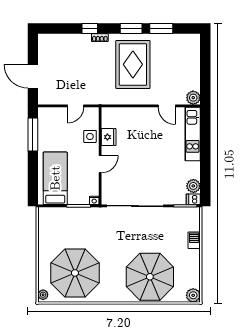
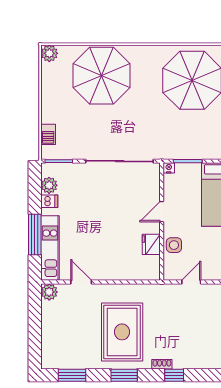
window: (161, 29) -> (72, 375), moved
window: (205, 145) -> (35, 235), added
dishwasher: (193, 199) -> (49, 201), moved
barbecue: (194, 240) -> (48, 134), moved

